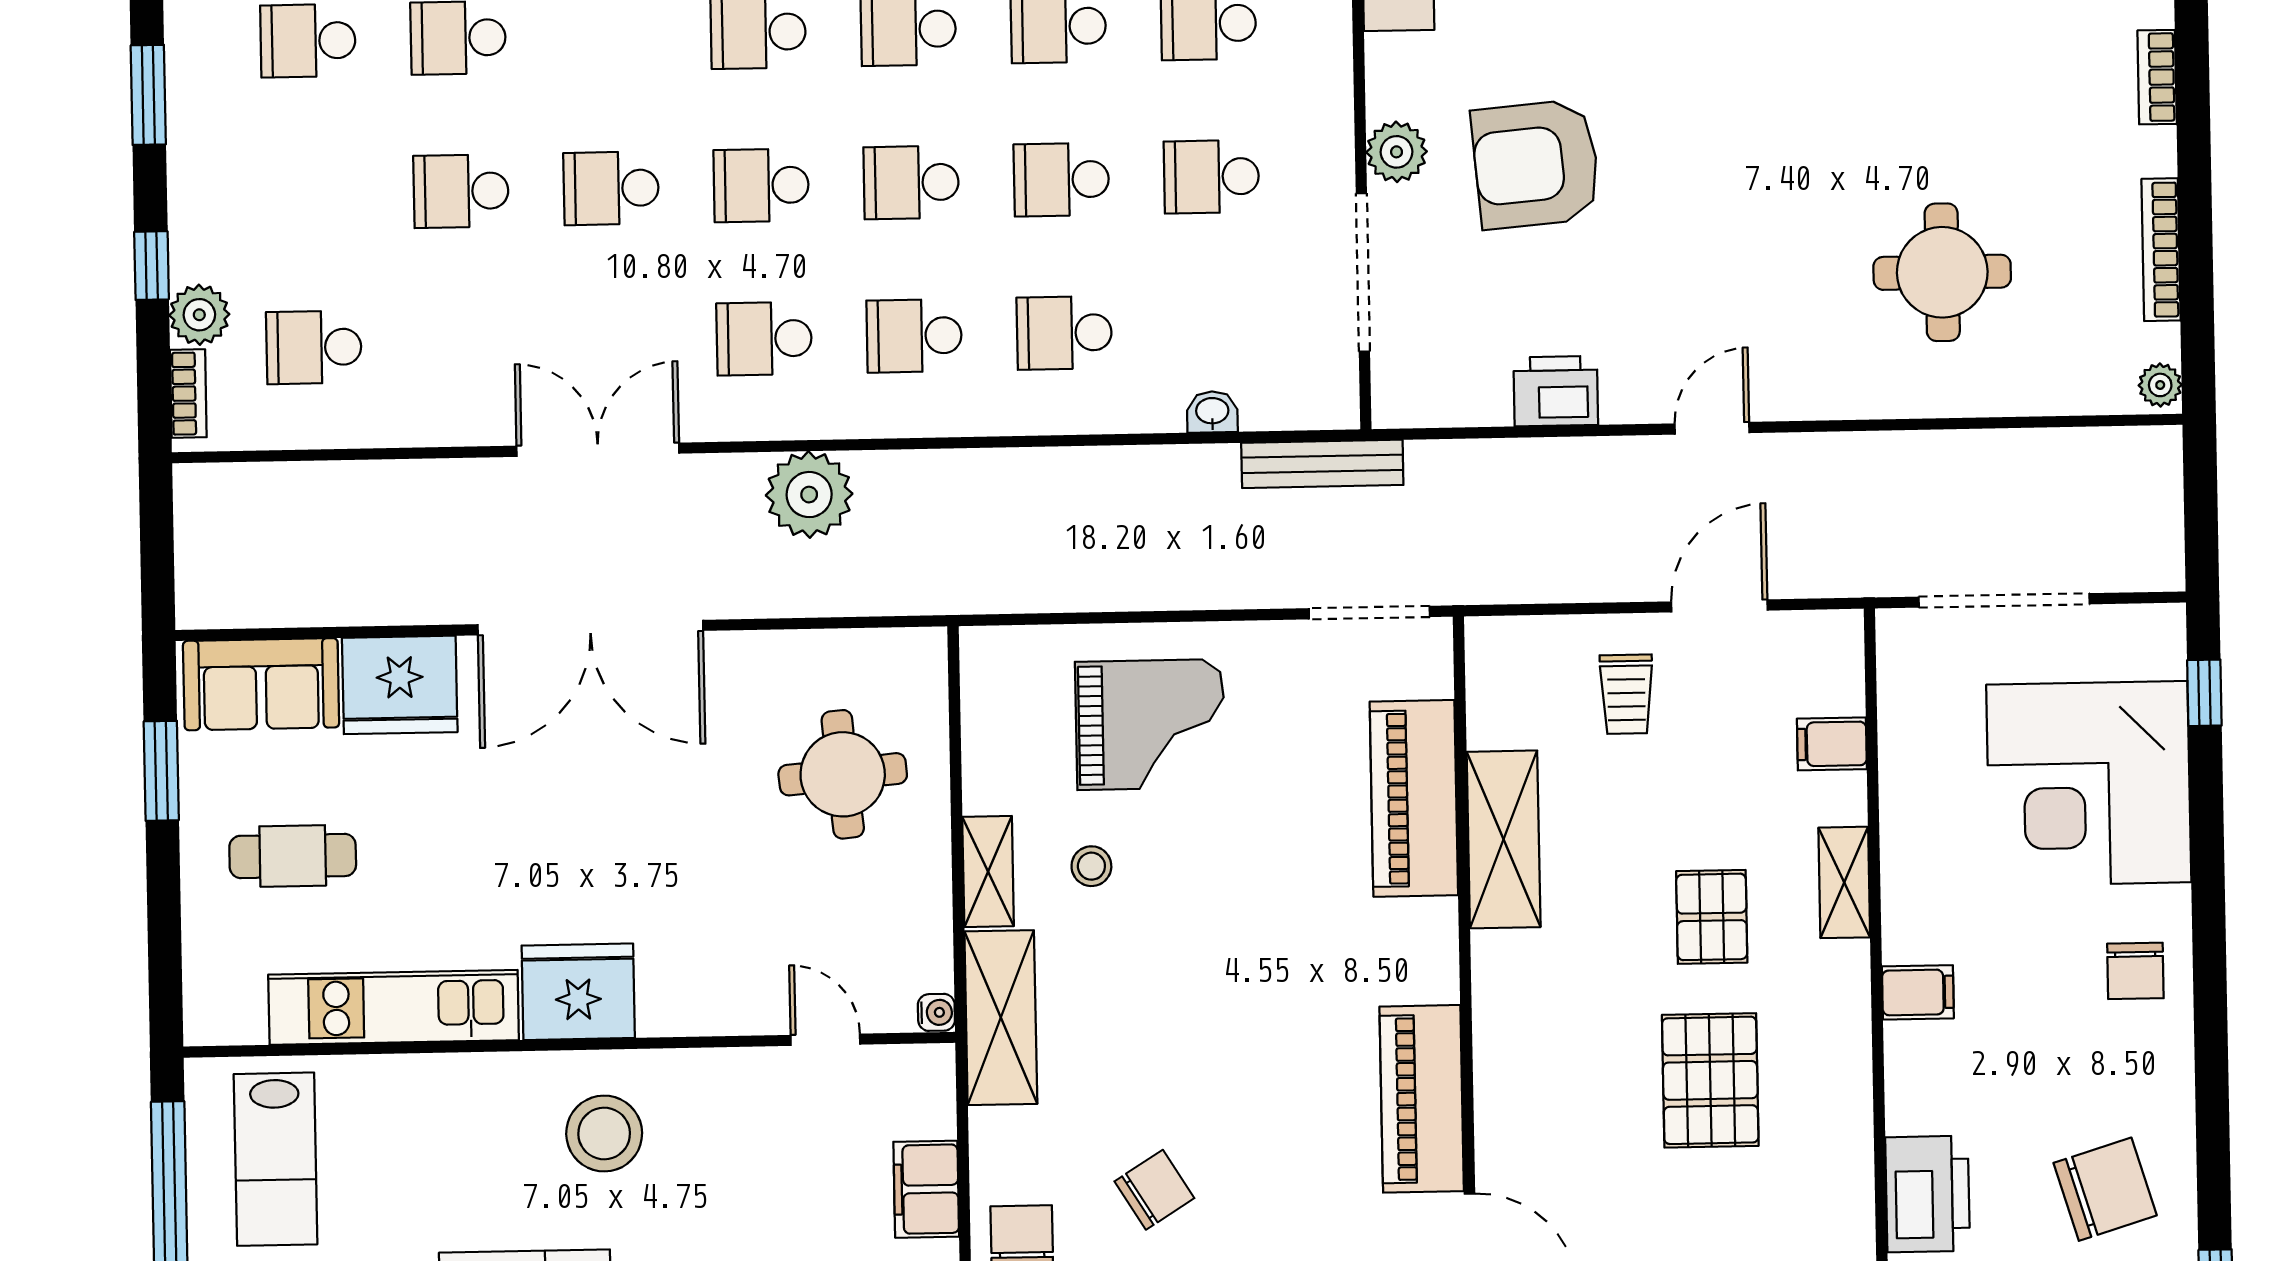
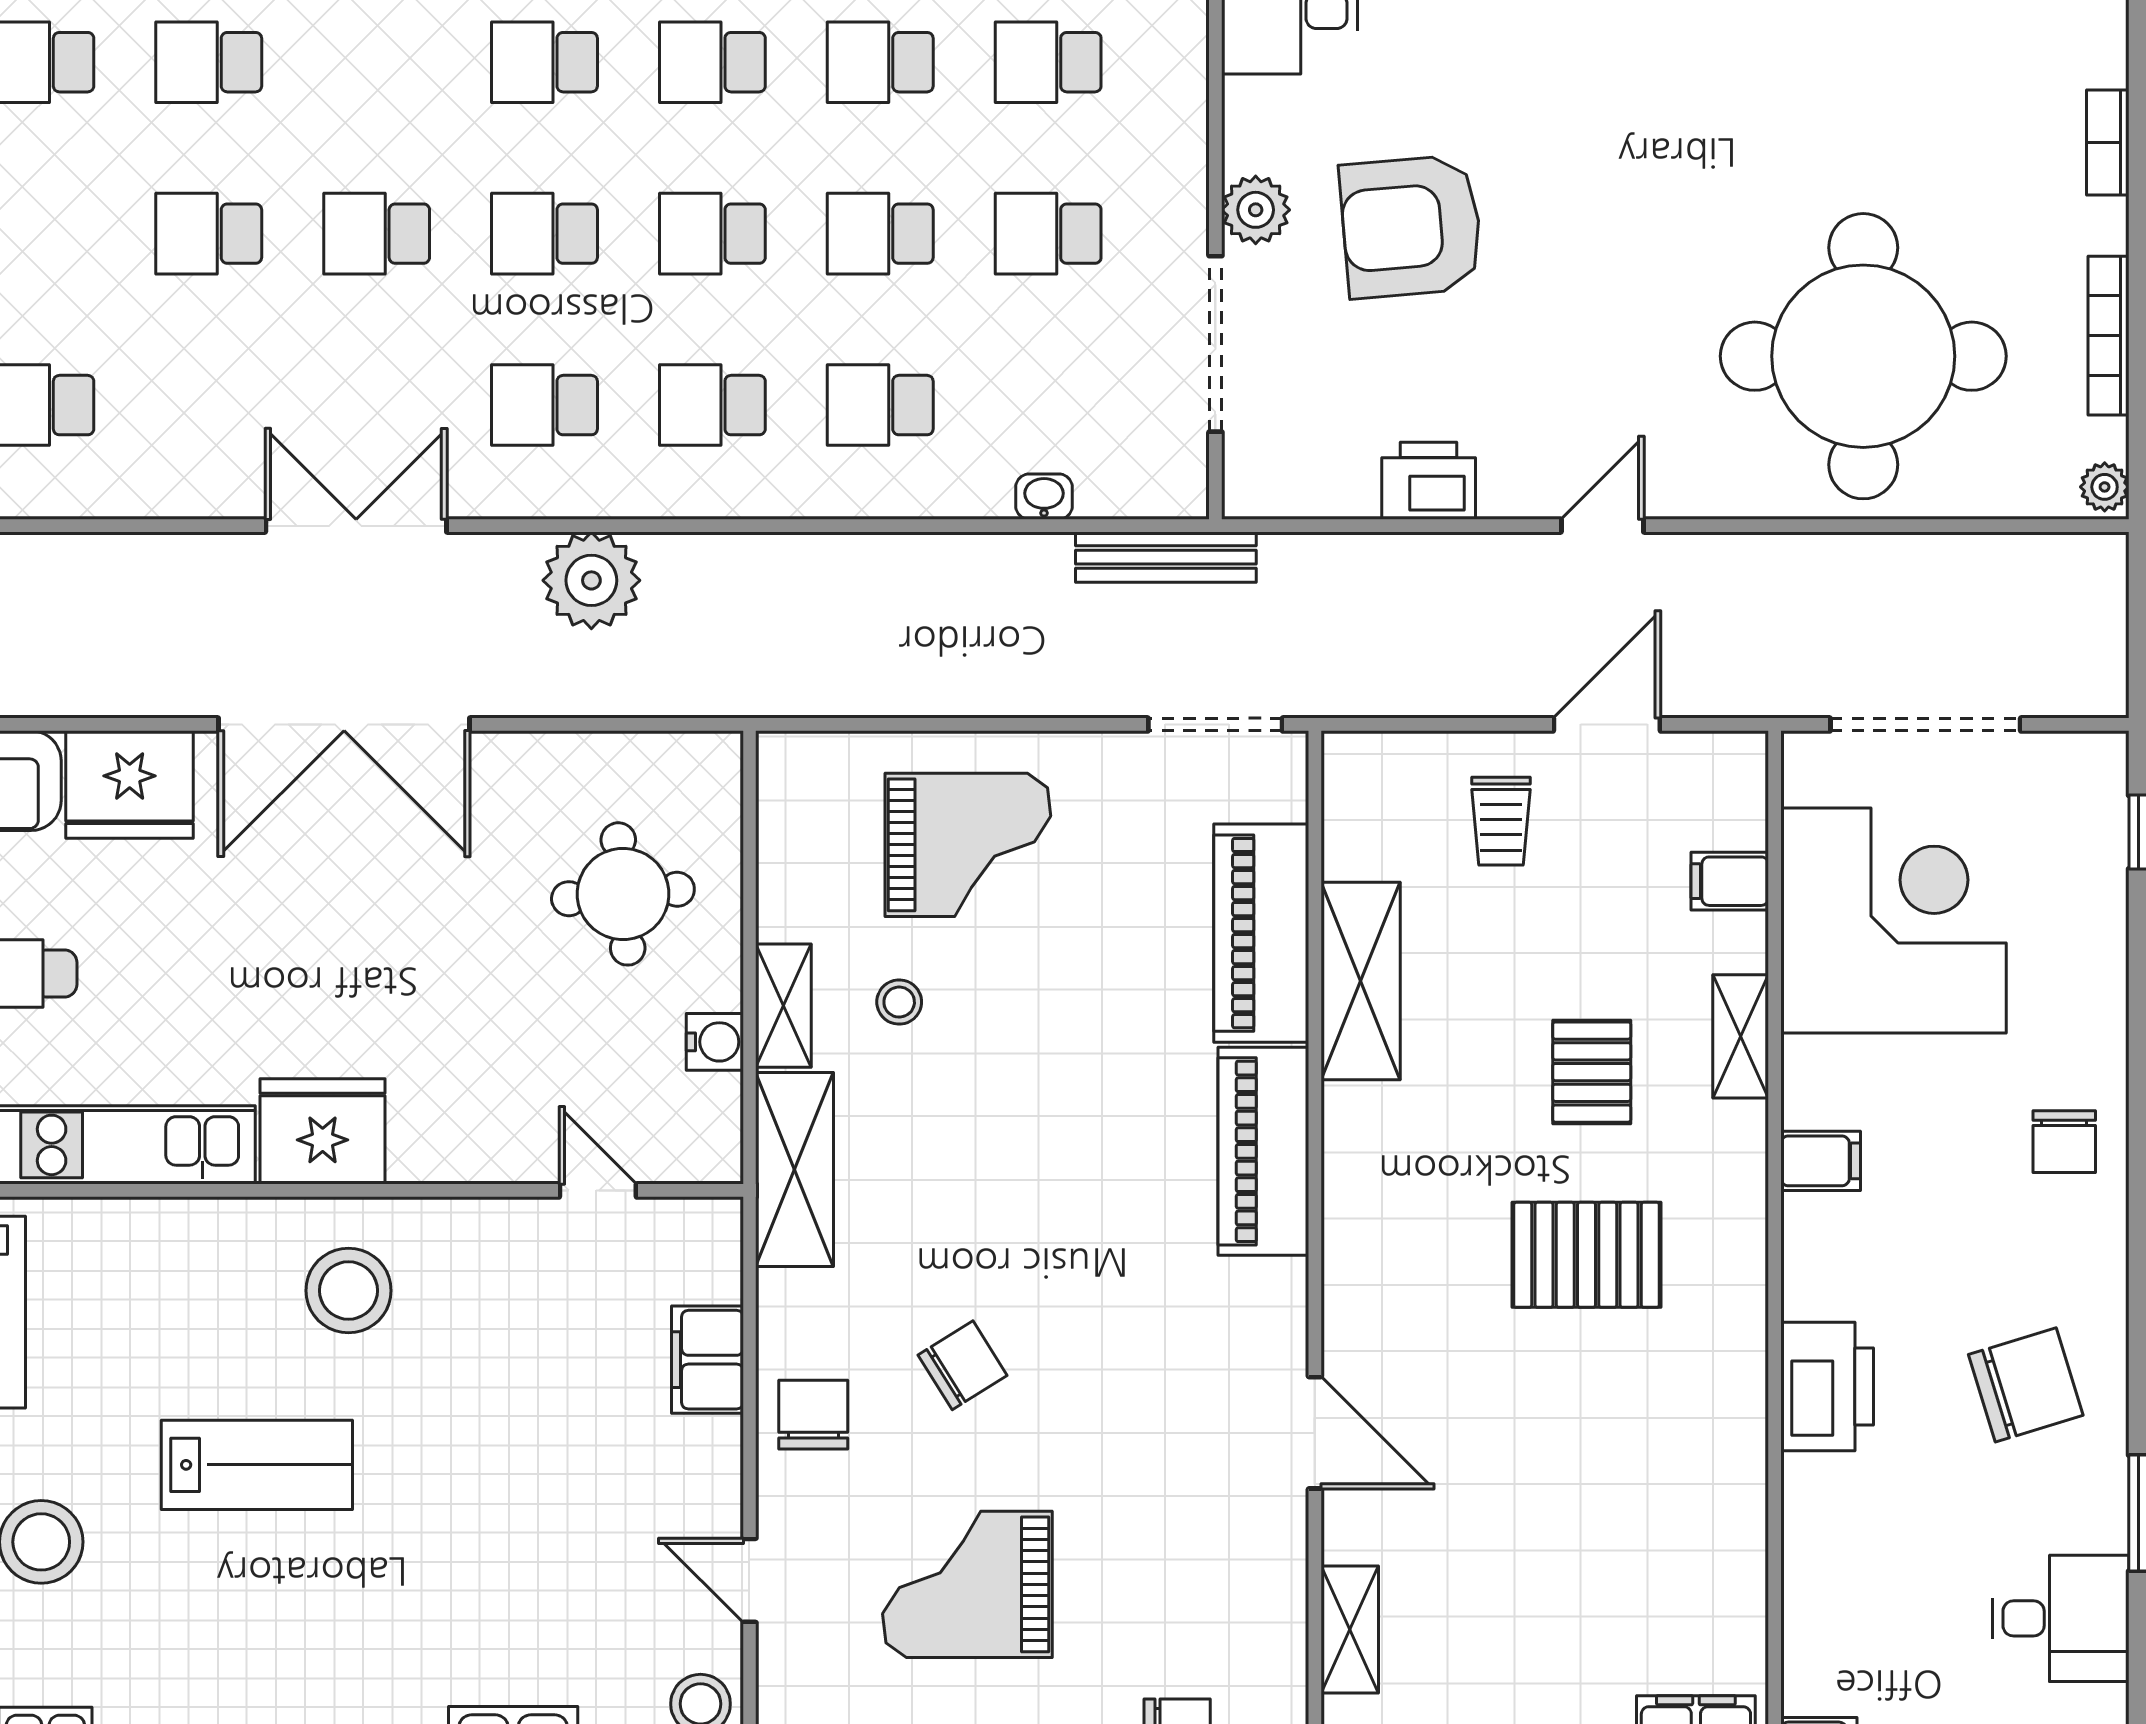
round table: (1942, 272) -> (1863, 356), width x1.86, depth x1.86
corner desk: (2089, 783) -> (1893, 920), moved, turned 180
water cooler: (936, 1012) -> (715, 1042), moved, width x1.38, depth x1.38
pallet: (1710, 1080) -> (1587, 1255), turned 90
piano: (1422, 1099) -> (1263, 1151), moved

